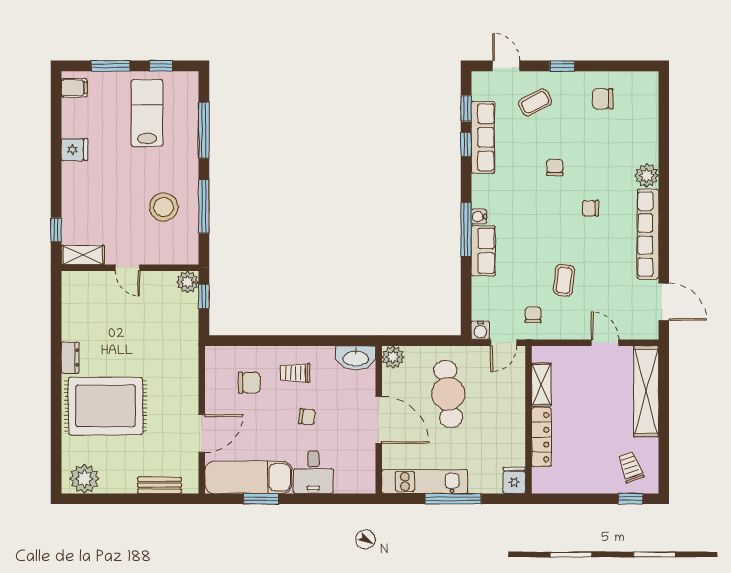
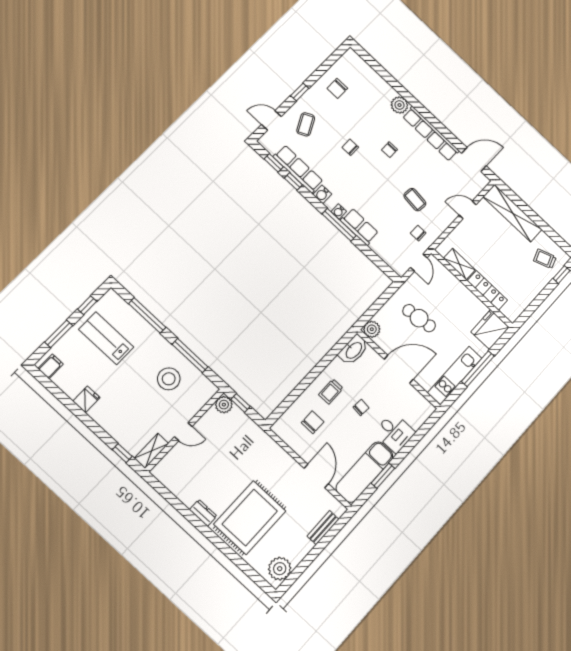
water cooler: (480, 330) -> (322, 194), moved, turned 90
cafe table: (448, 394) -> (419, 318), width x0.73, depth x0.74
fridge: (514, 480) -> (490, 330), width x1.88, depth x1.34

